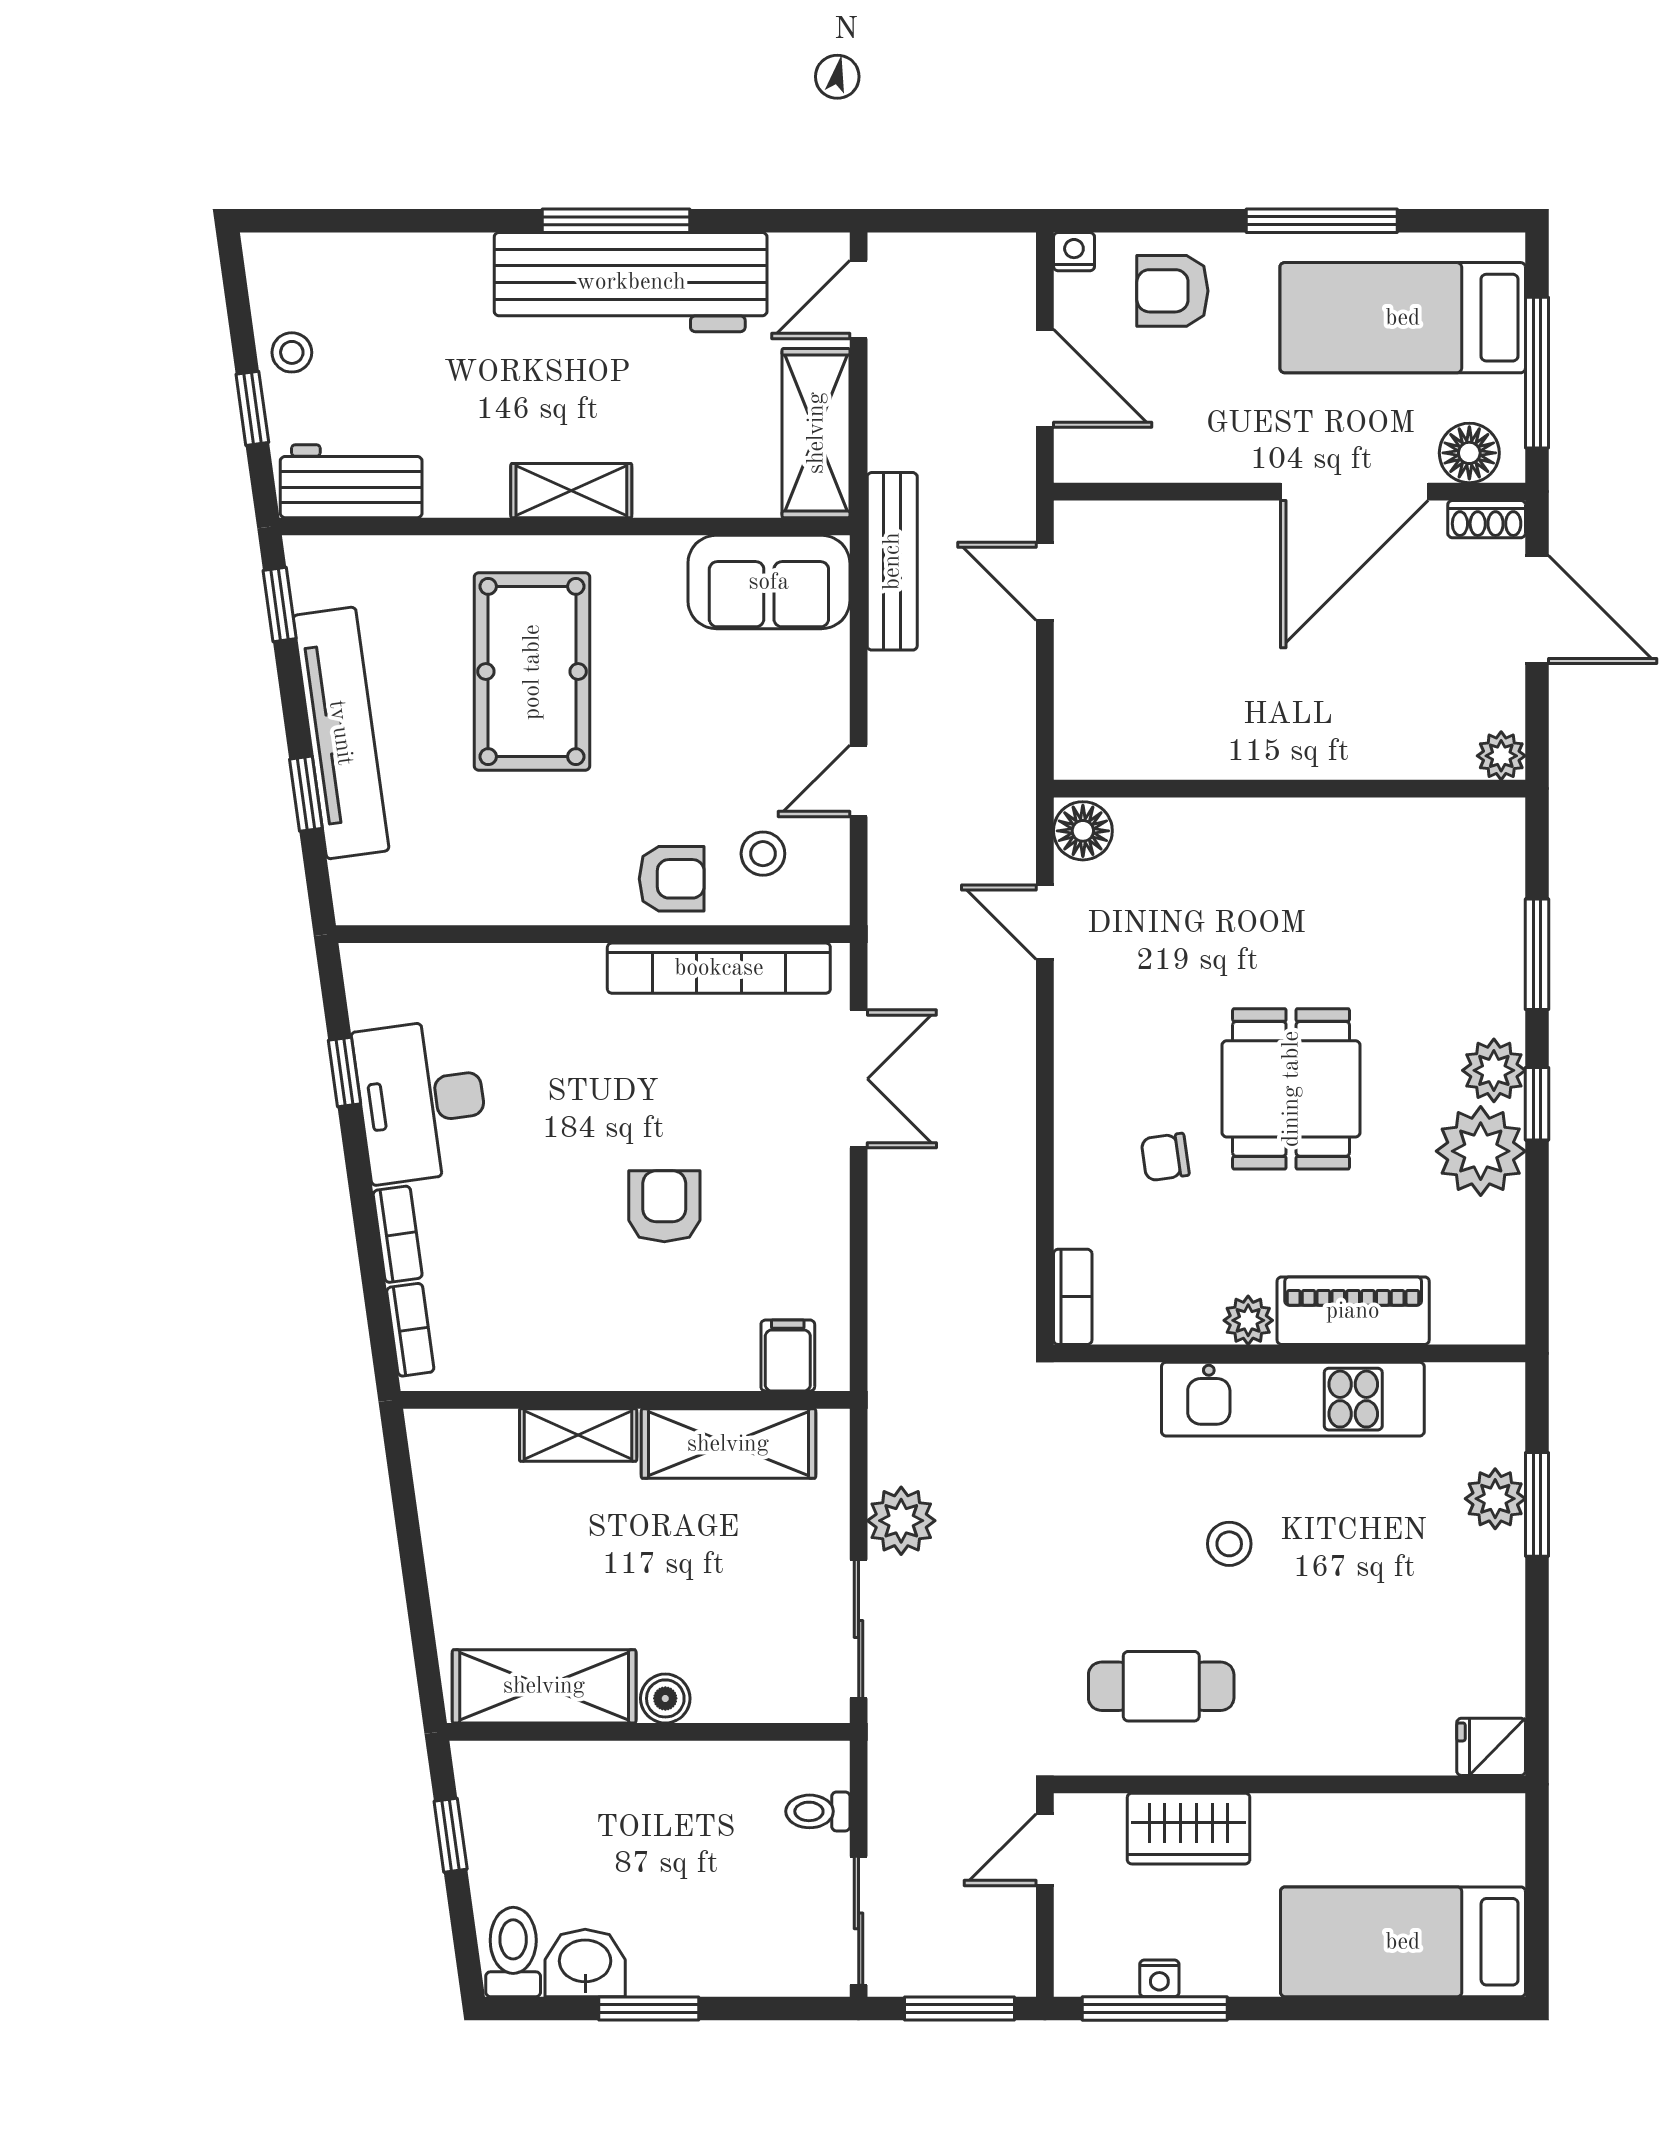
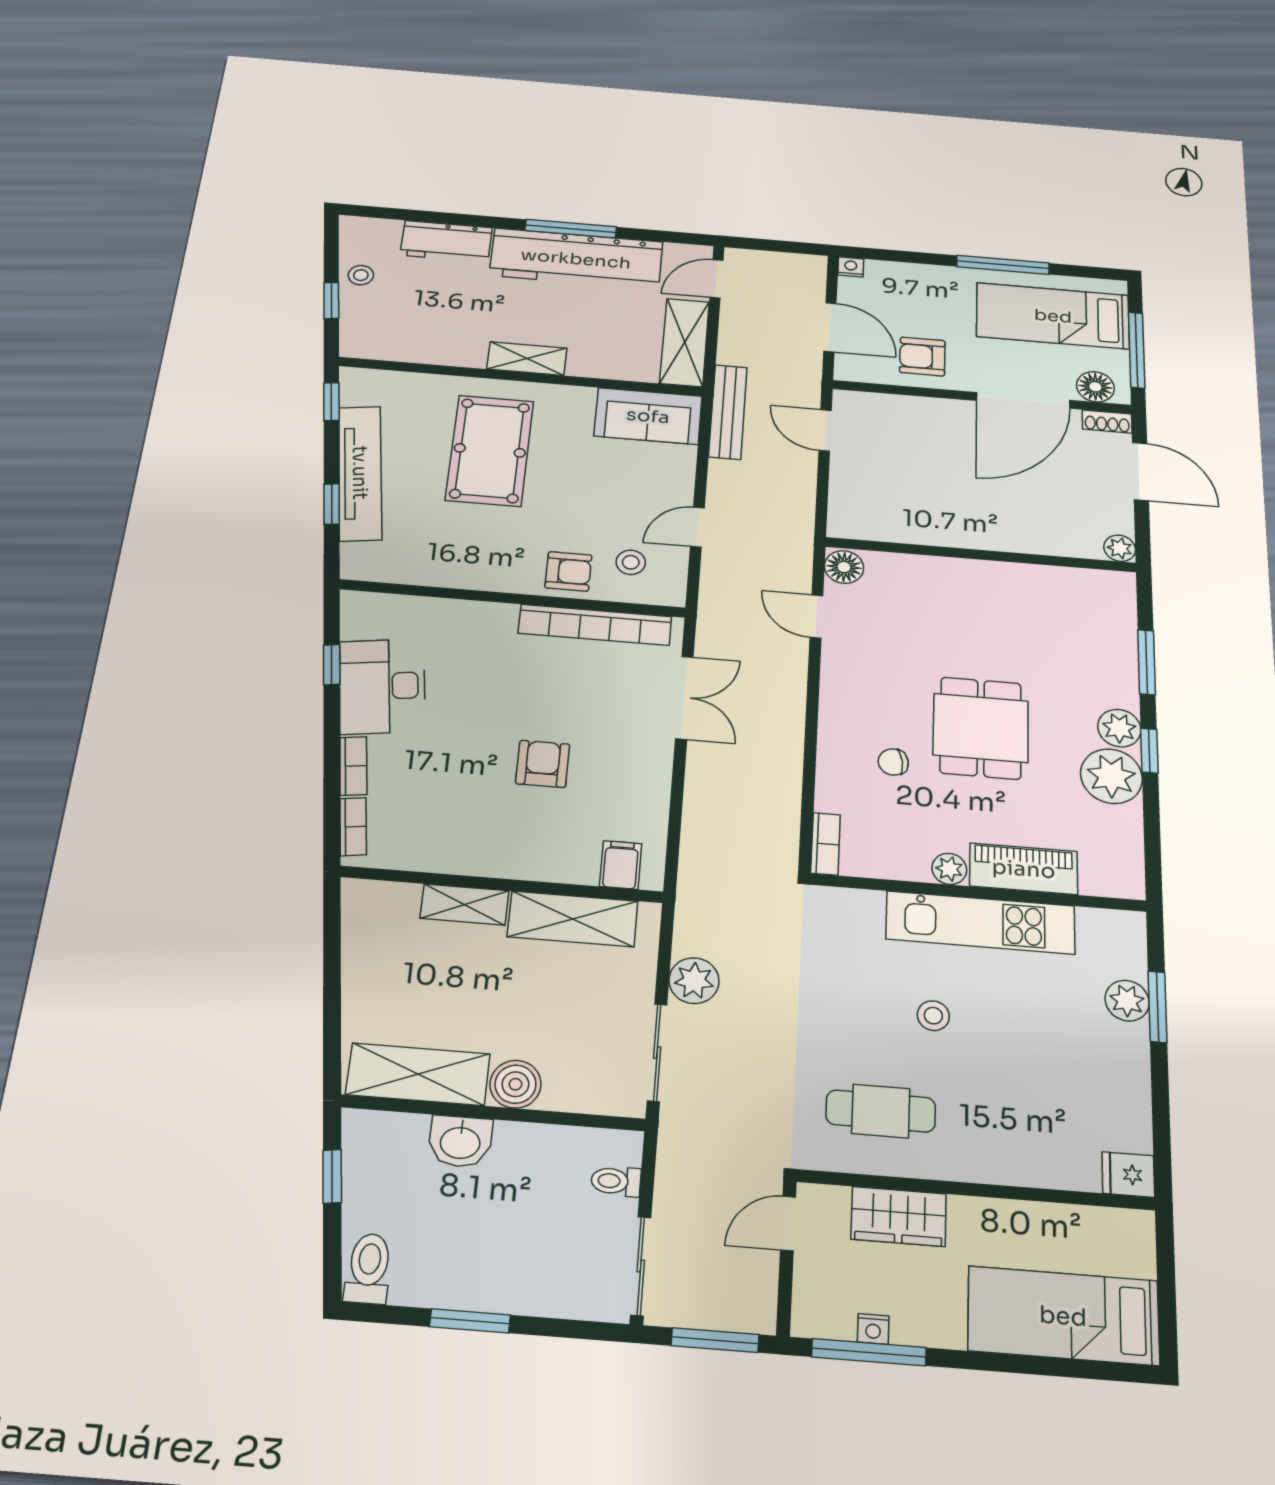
armchair: (1172, 291) -> (922, 357), moved
workbench: (351, 481) -> (446, 241), moved, turned 180
boiler: (665, 1698) -> (515, 1084), width x1.36, depth x1.36
washbasin: (585, 1963) -> (460, 1141), moved, turned 180

